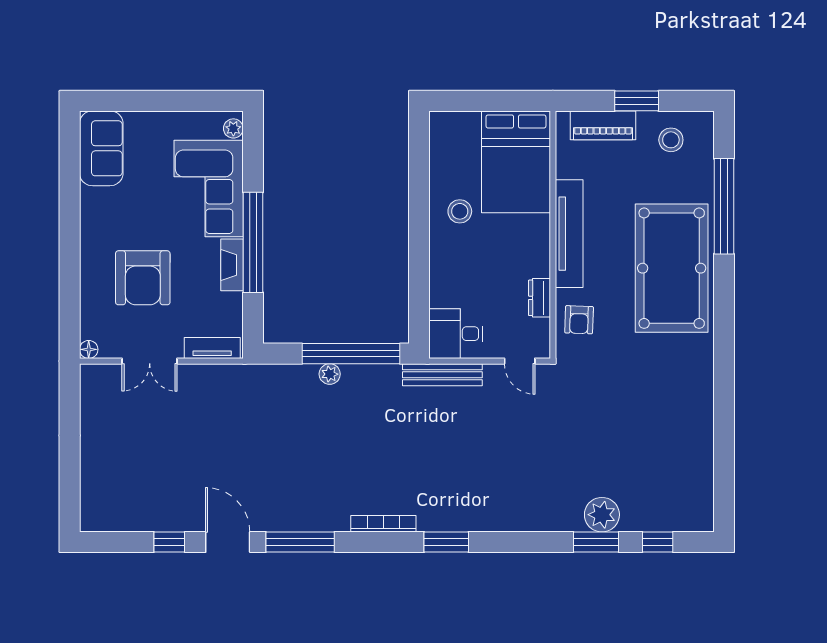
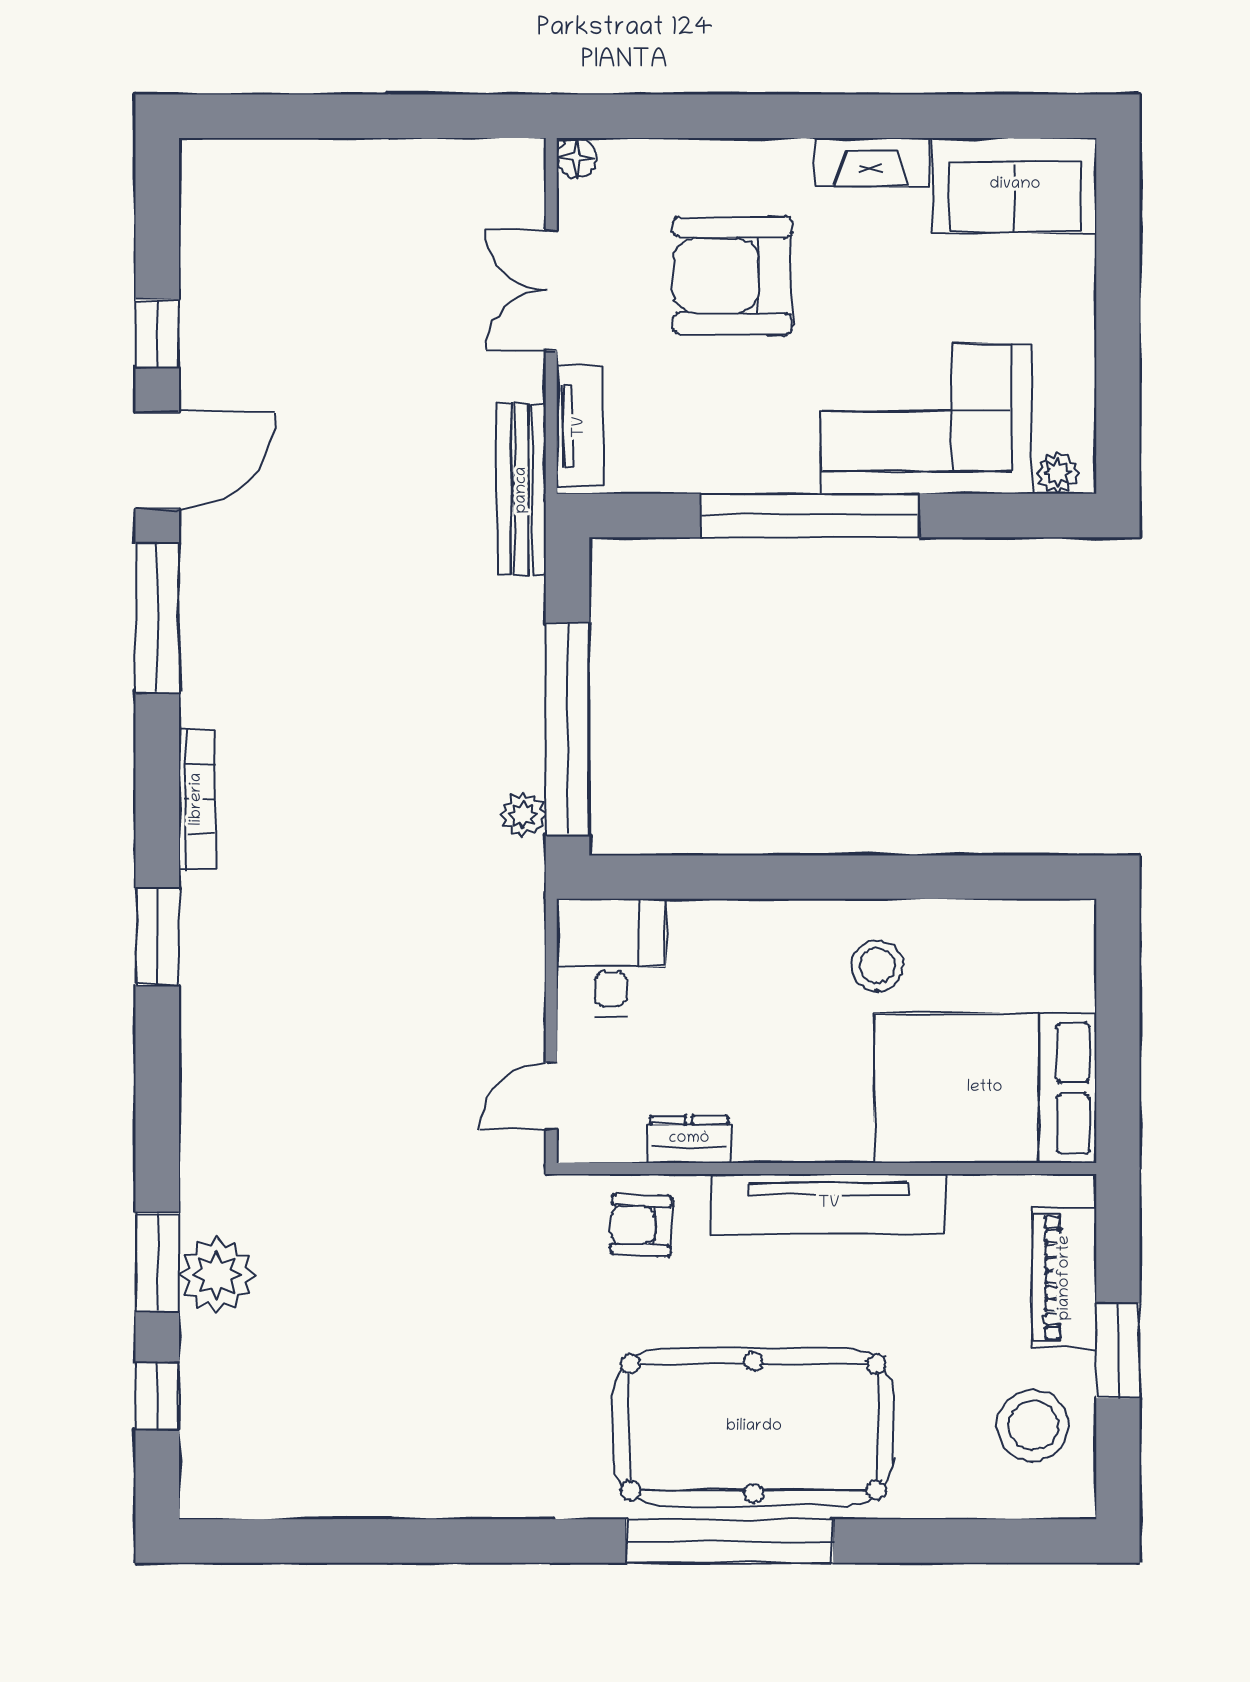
stool: (671, 140) -> (1033, 1426), width x1.38, depth x1.38
window: (724, 206) -> (730, 1541), moved
fireplace: (232, 265) -> (872, 162), moved, turned 180
plant: (330, 374) -> (523, 815), moved
bench: (442, 375) -> (522, 490), moved

